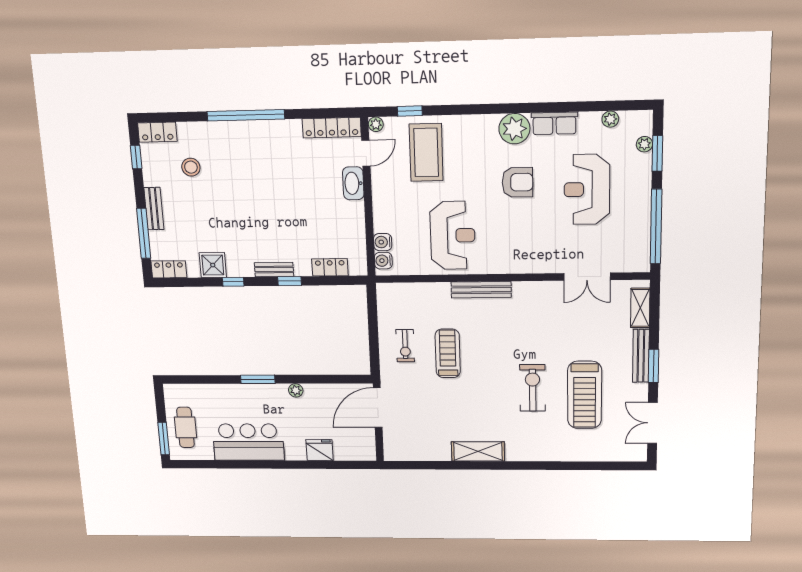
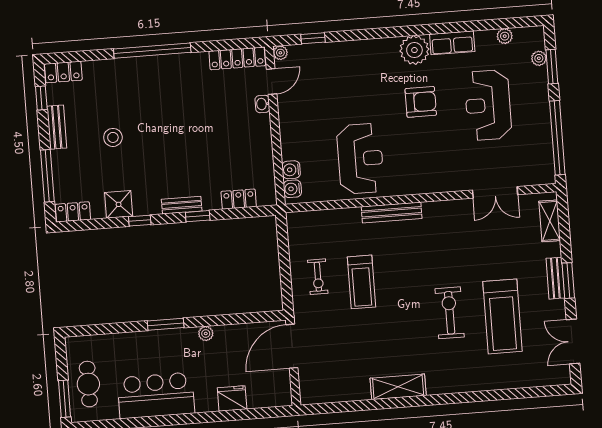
coffee table: (426, 152) -> (330, 78), removed
stool: (191, 167) -> (113, 137), moved
washbasin: (353, 183) -> (262, 104), width x0.52, depth x0.69
bench: (154, 209) -> (57, 127), moved
treadmill: (448, 353) -> (361, 282), turned 180
bench: (641, 356) -> (555, 278), width x0.73

